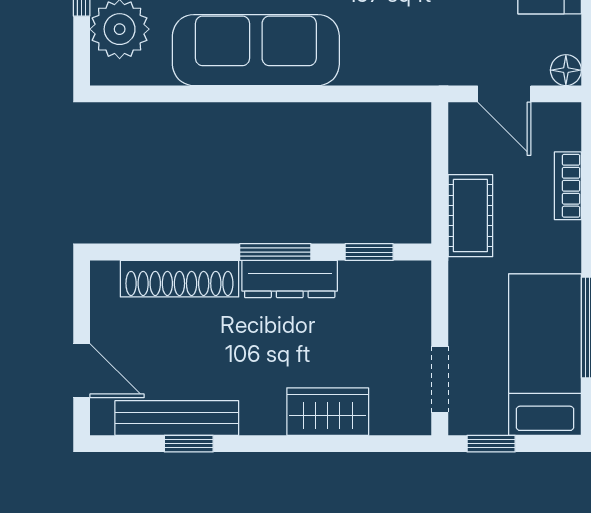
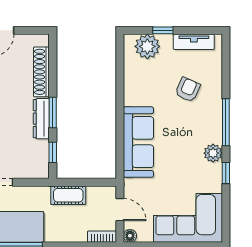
sofa: (256, 50) -> (138, 142), moved
door: (504, 94) -> (120, 210), swing flipped
bookcase: (568, 186) -> (102, 237), moved

